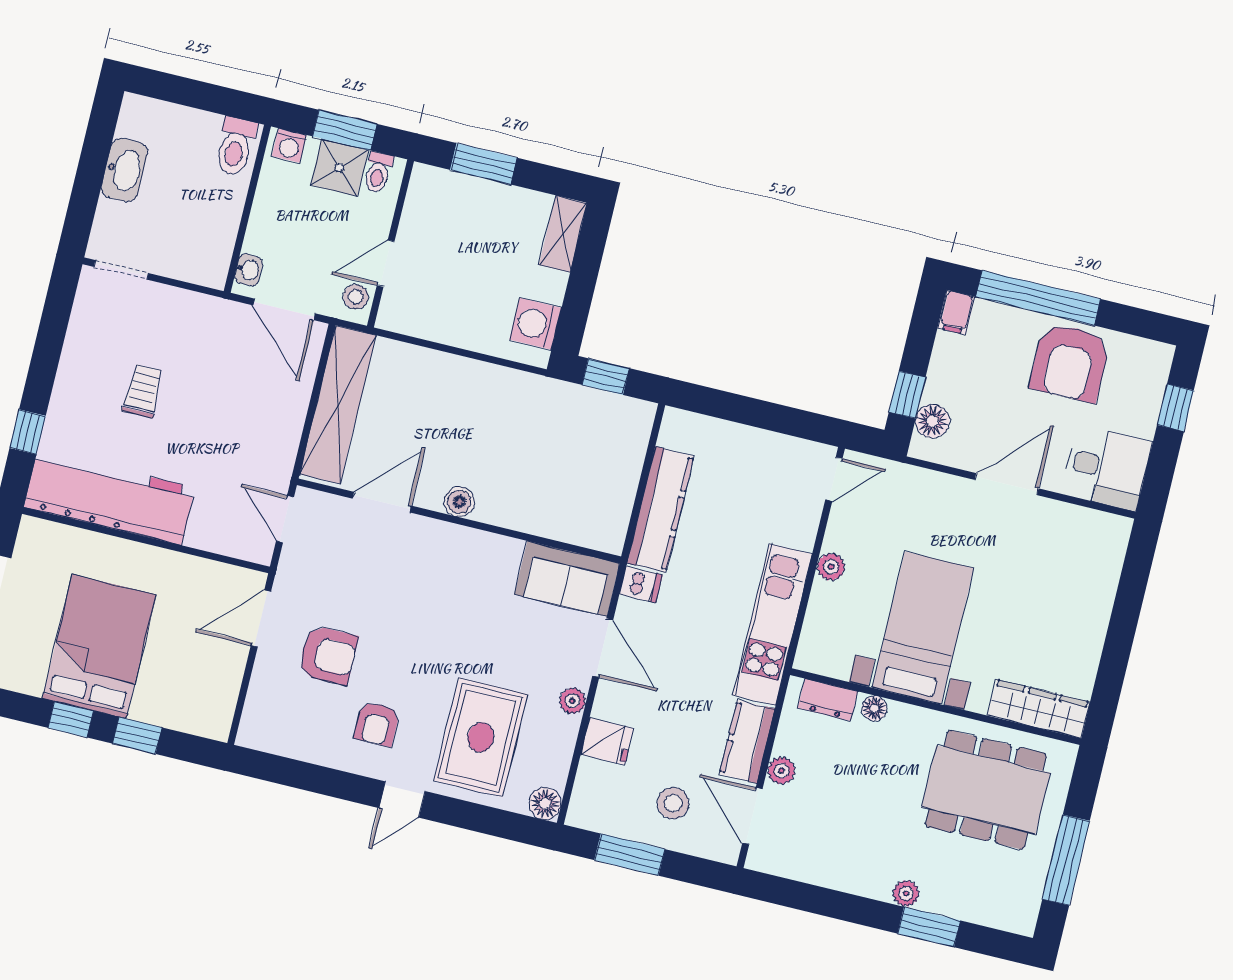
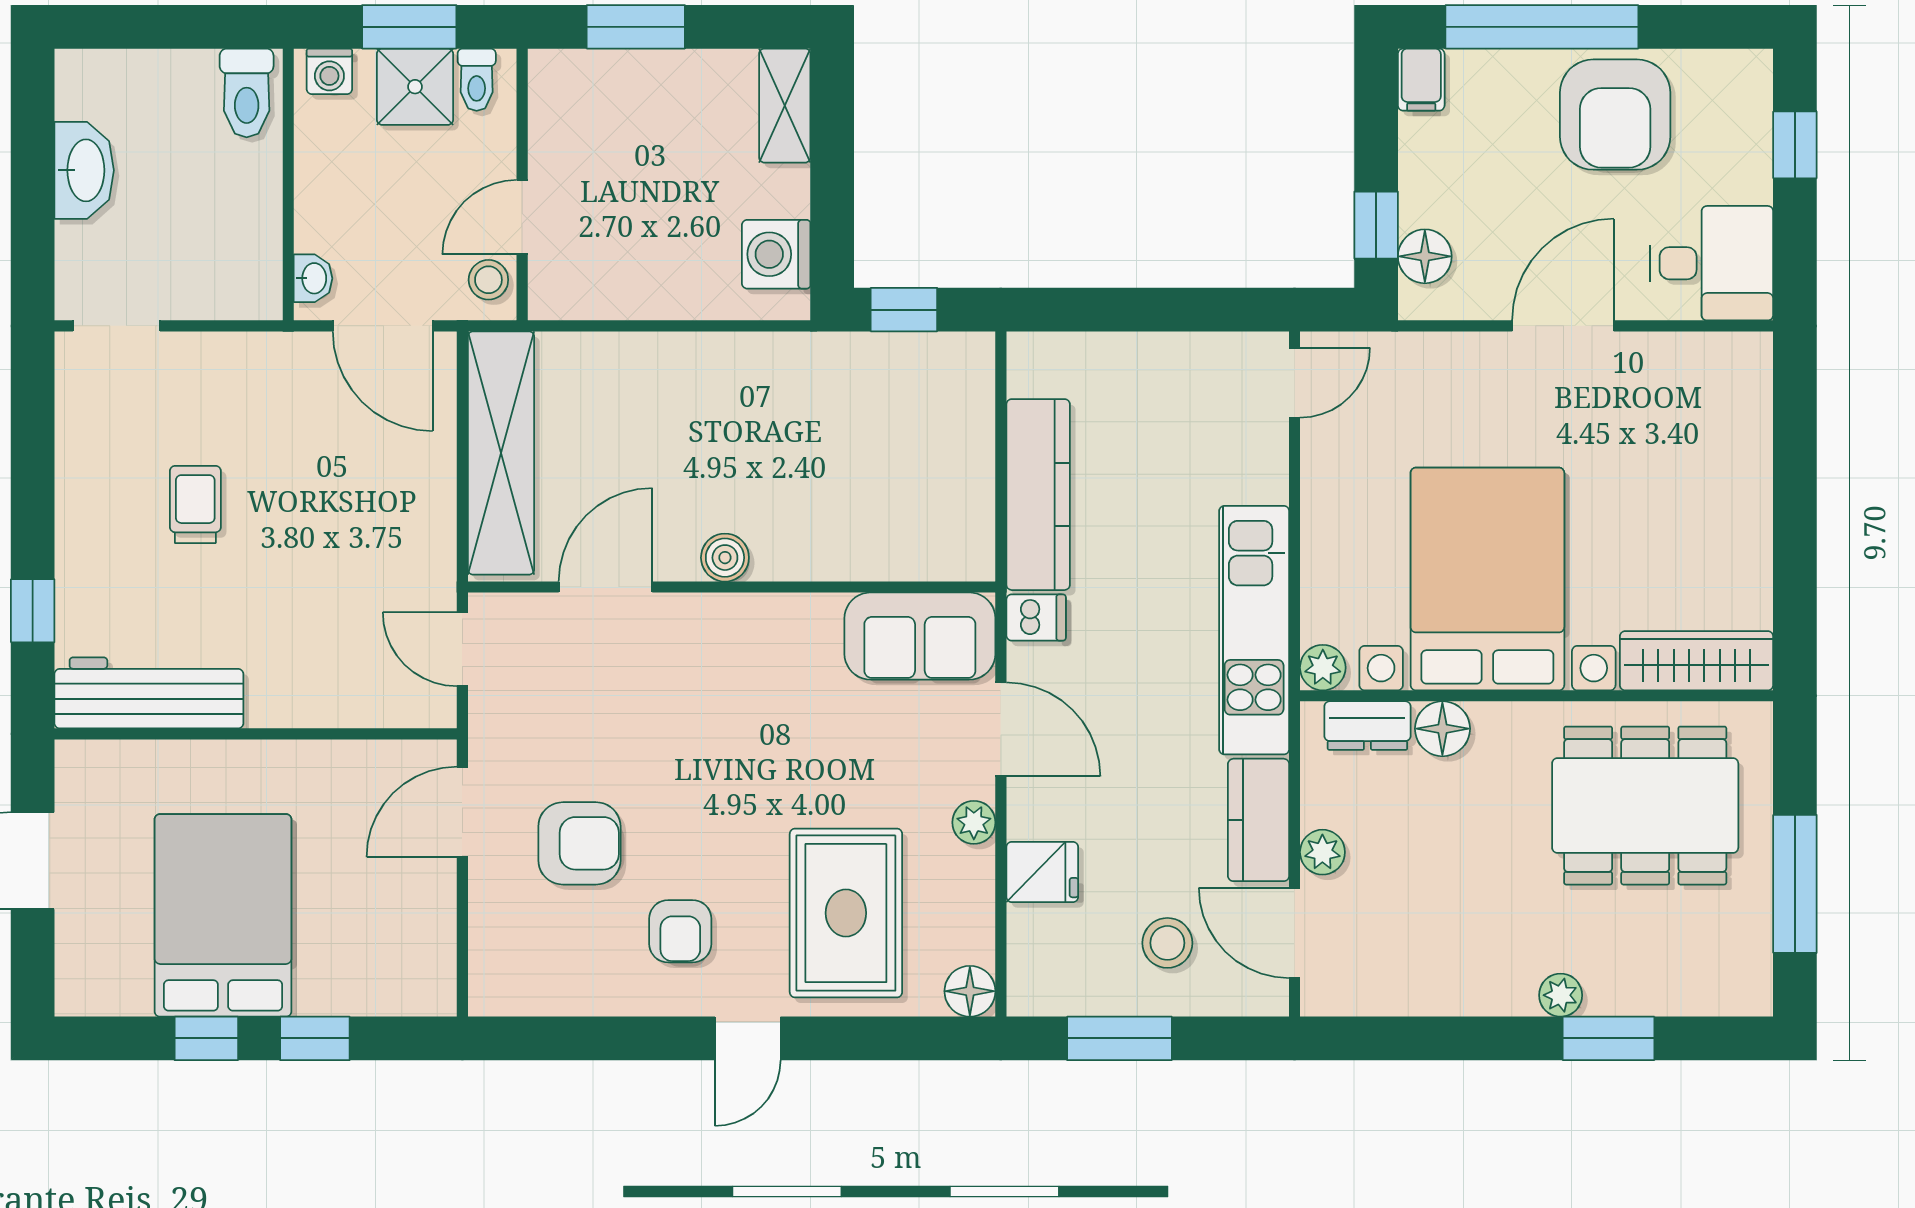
workbench: (109, 497) -> (149, 693), width x0.73, depth x0.76
plant: (831, 567) -> (1323, 668), moved
bed with nightstands: (923, 628) -> (1487, 579), width x1.36
floor lamp: (874, 708) -> (1442, 729), width x1.37, depth x1.37

